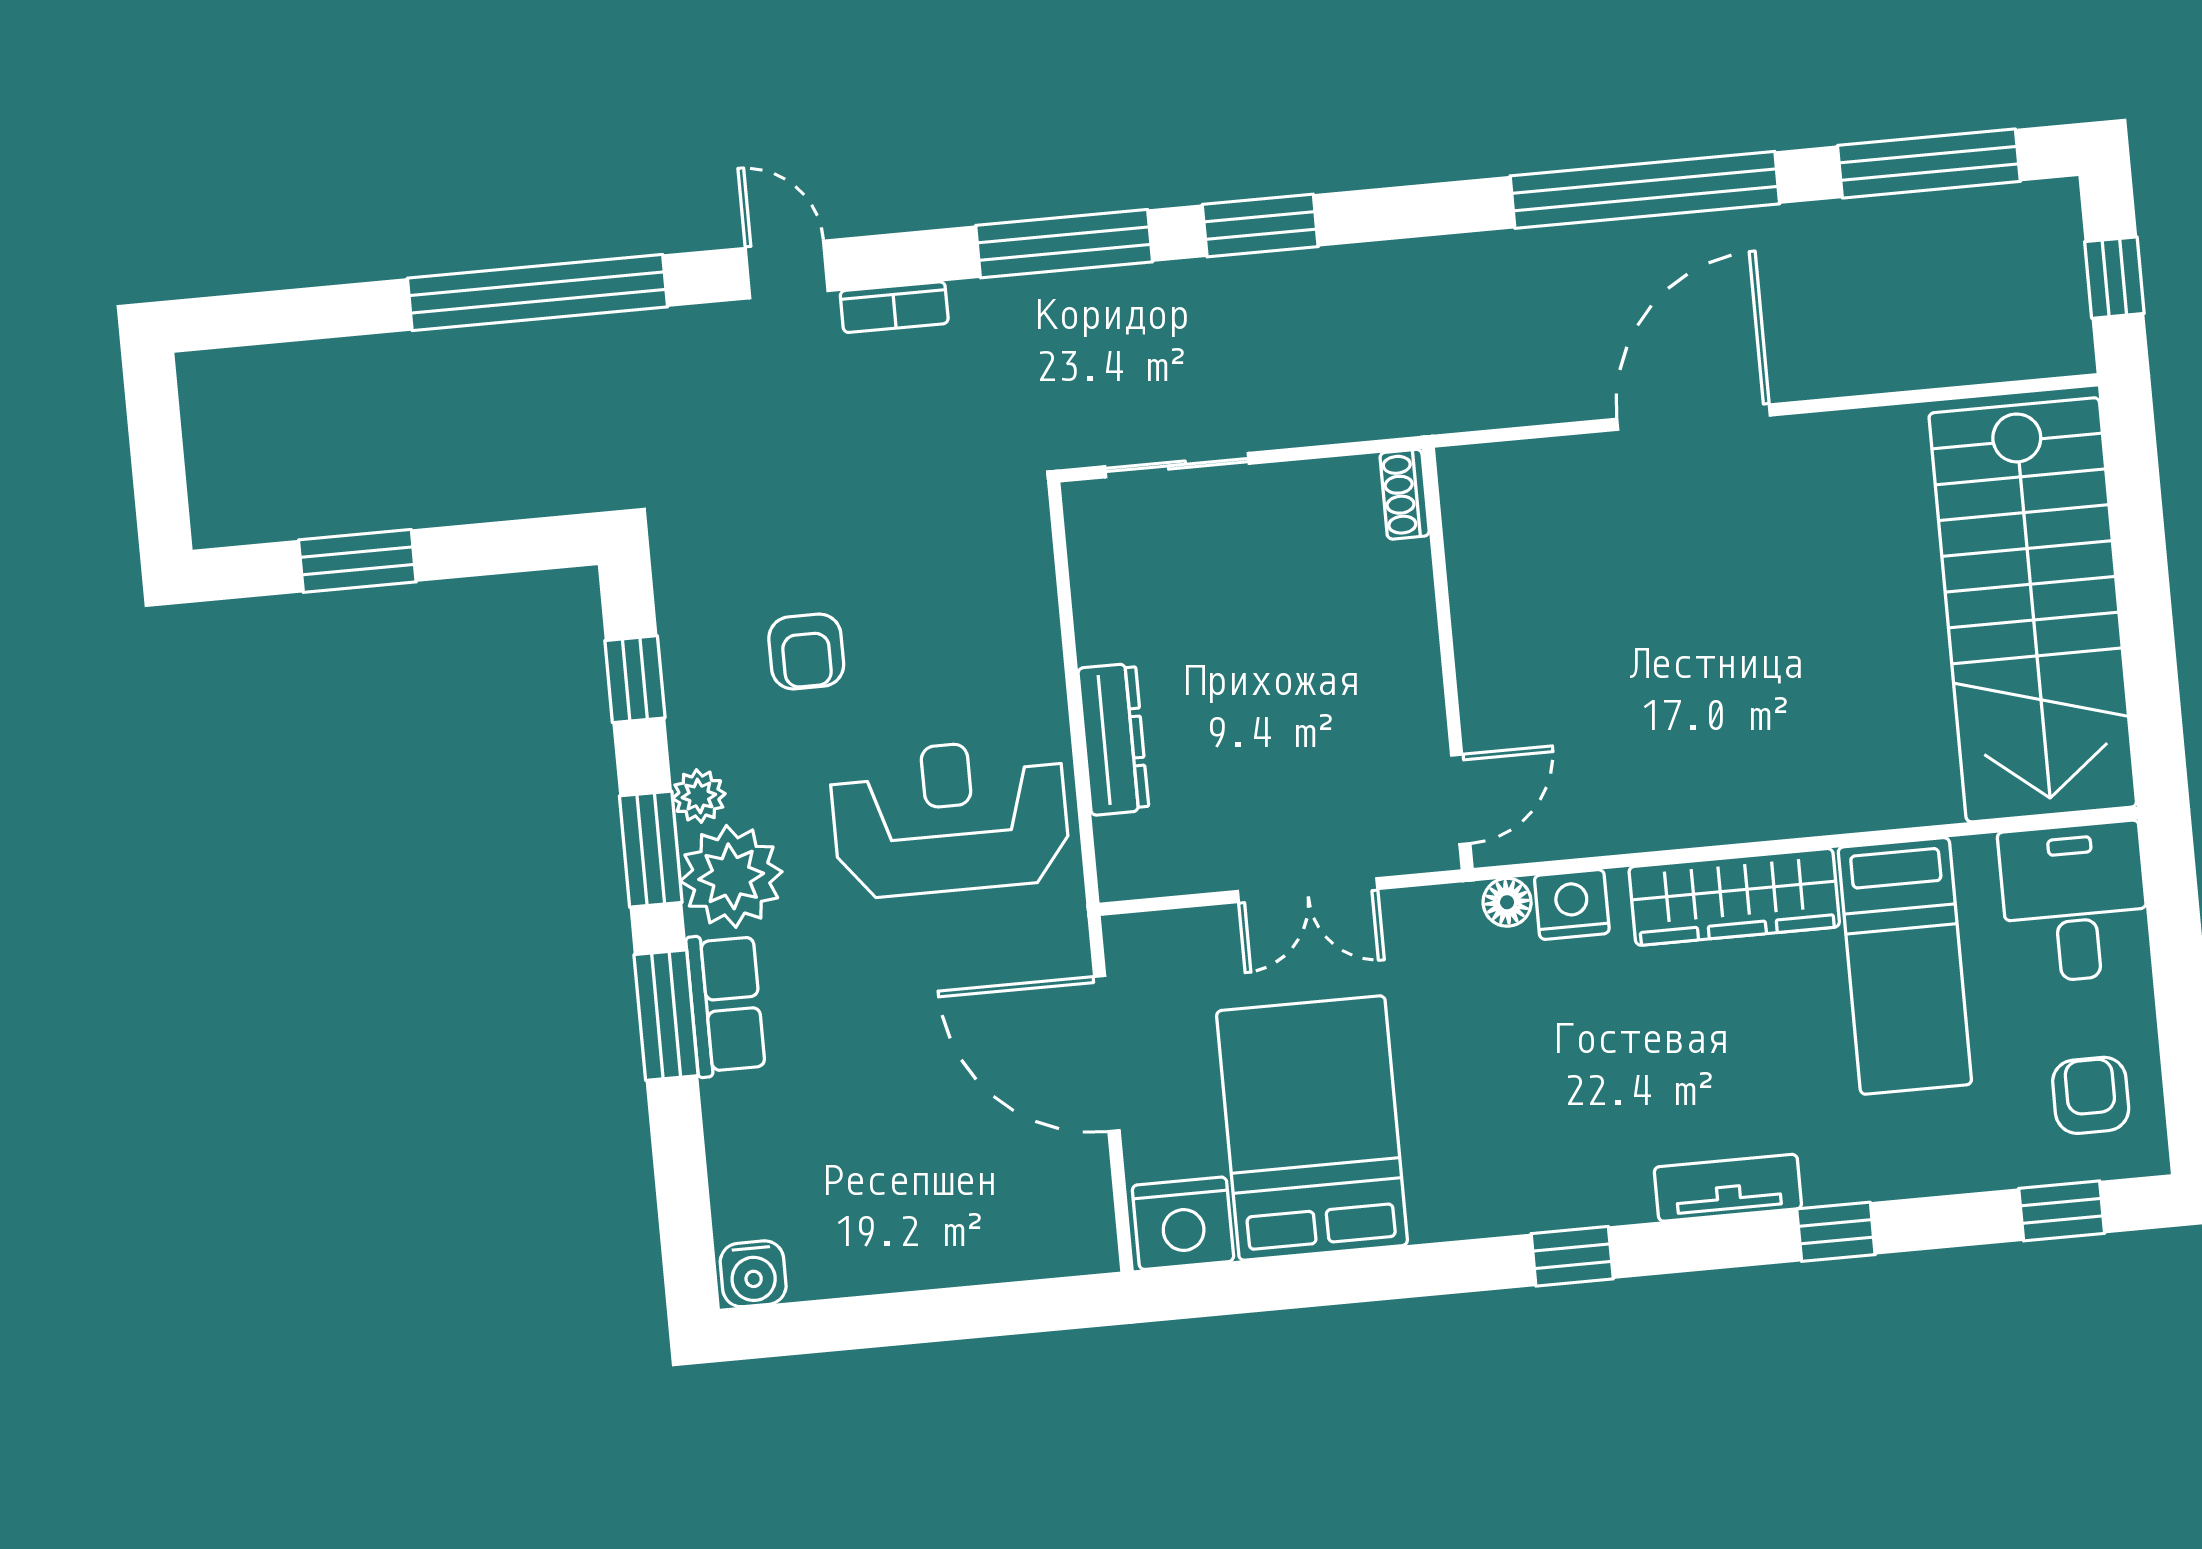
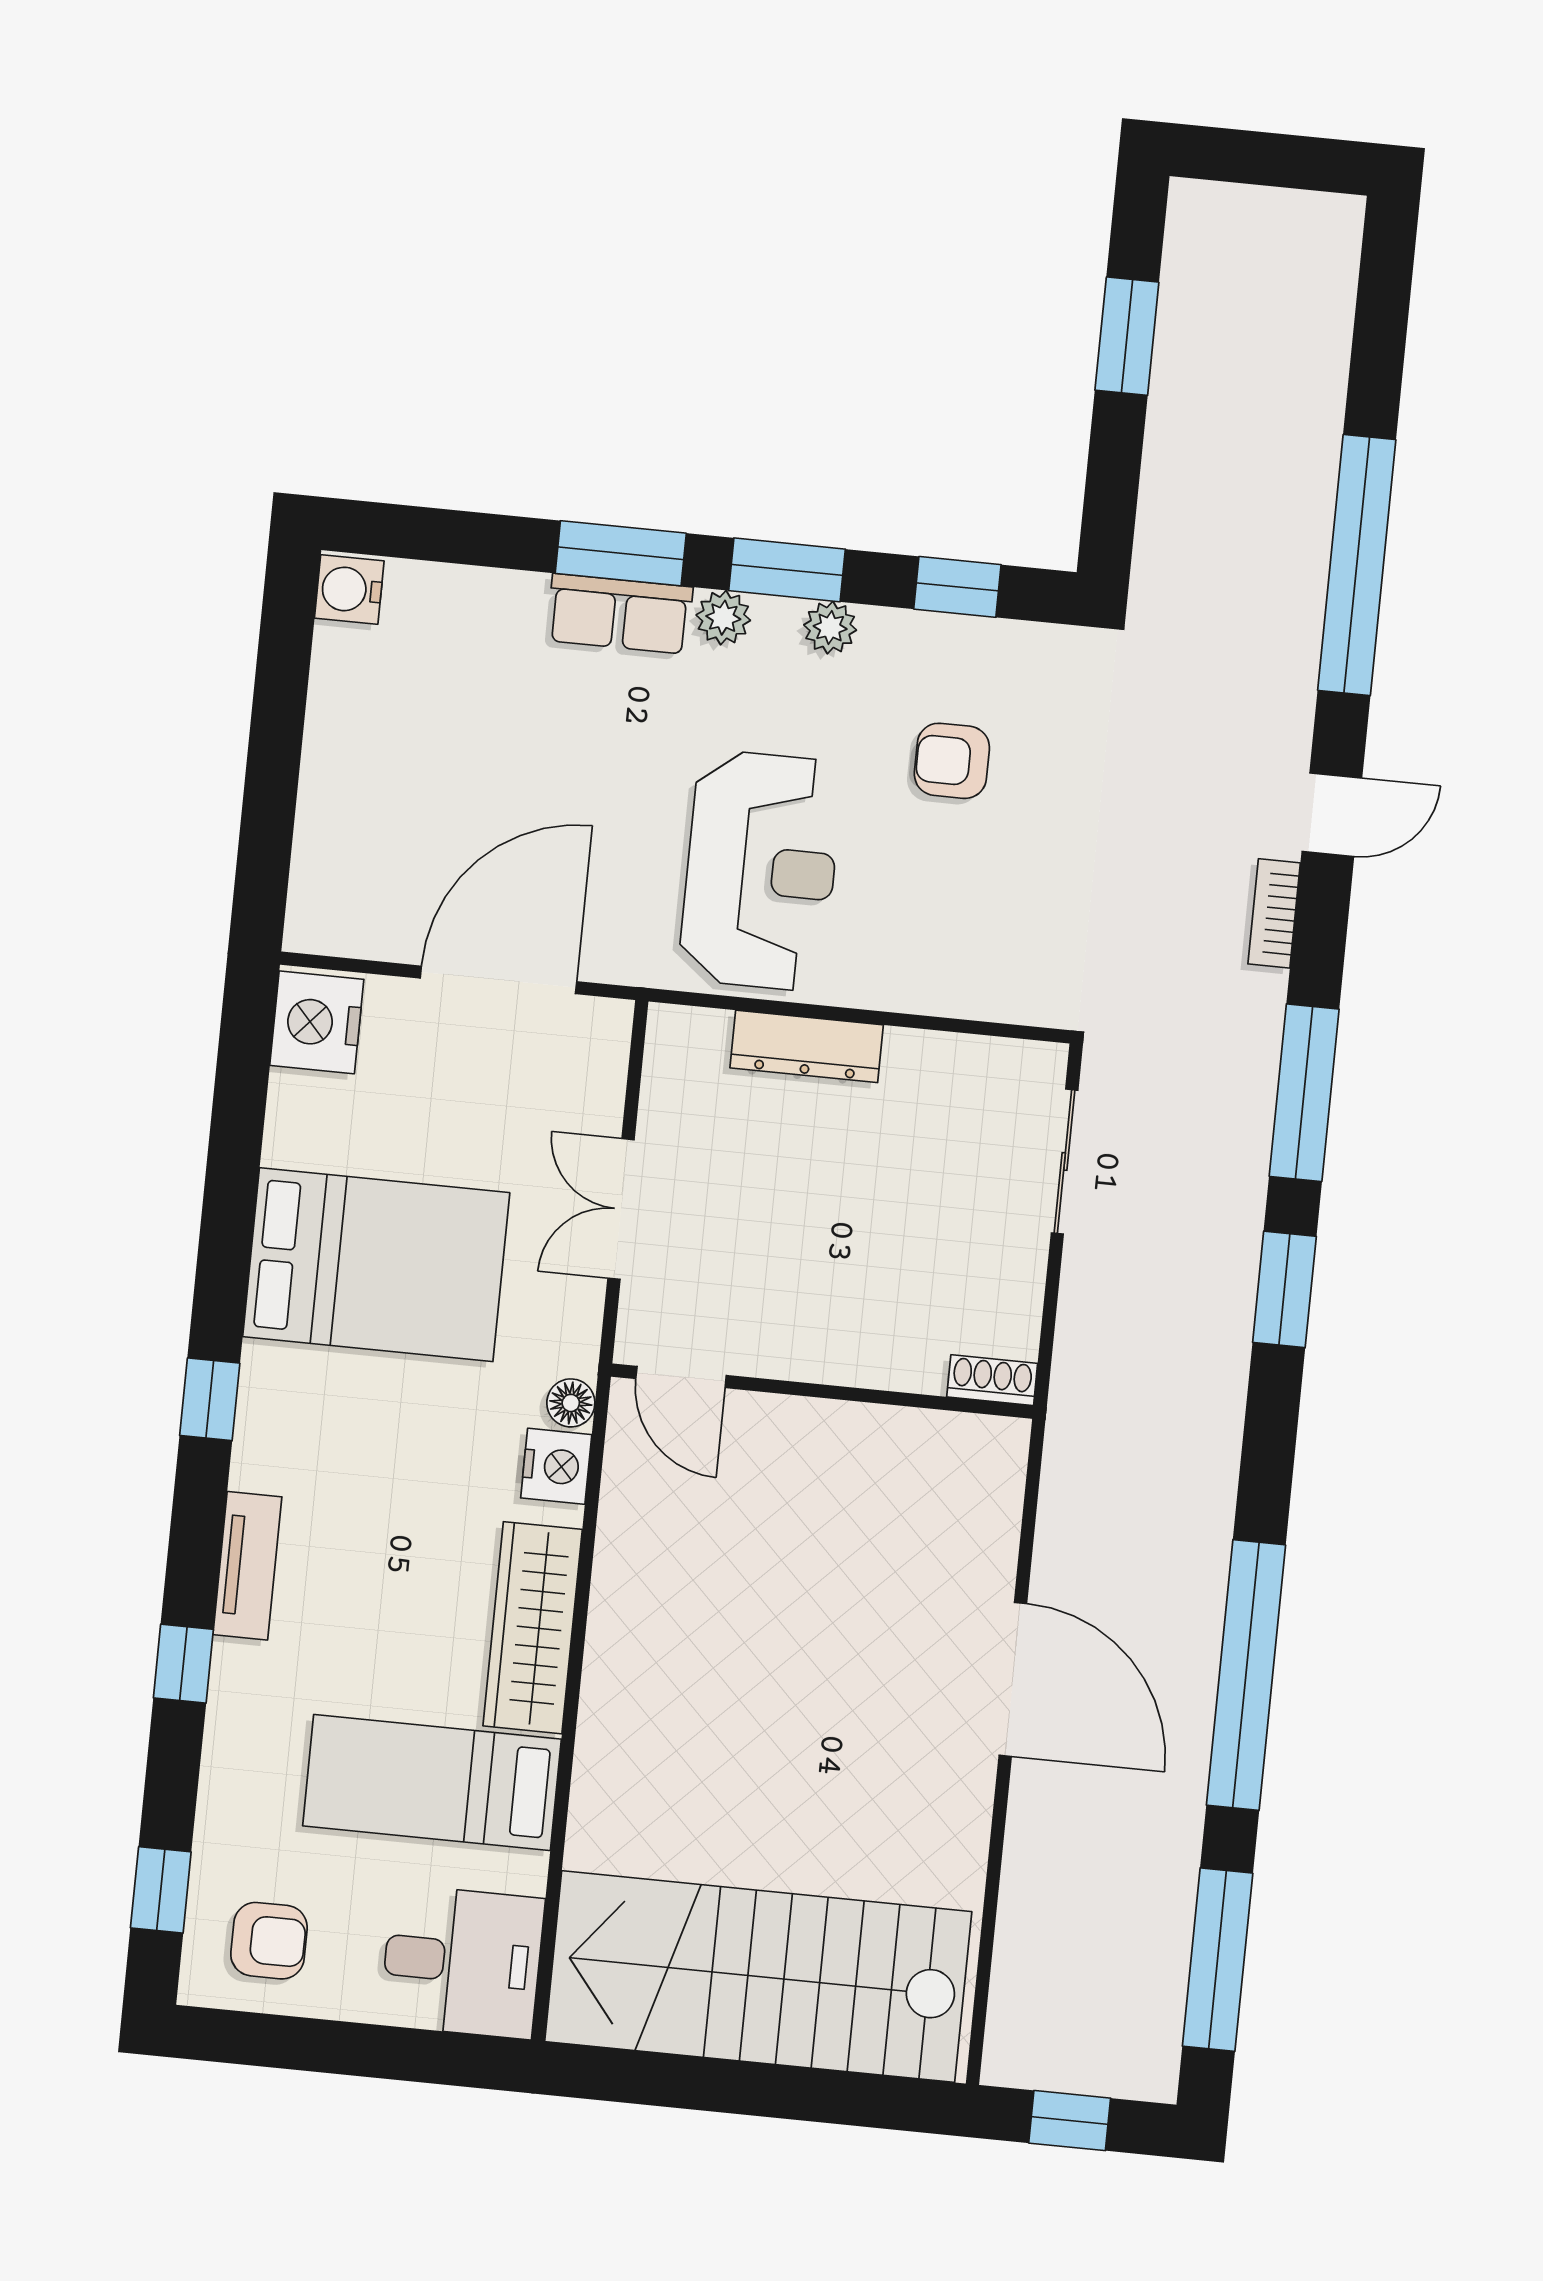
plant: (731, 876) -> (723, 618), width x0.53, depth x0.53
bed: (1312, 1128) -> (376, 1265), moved

